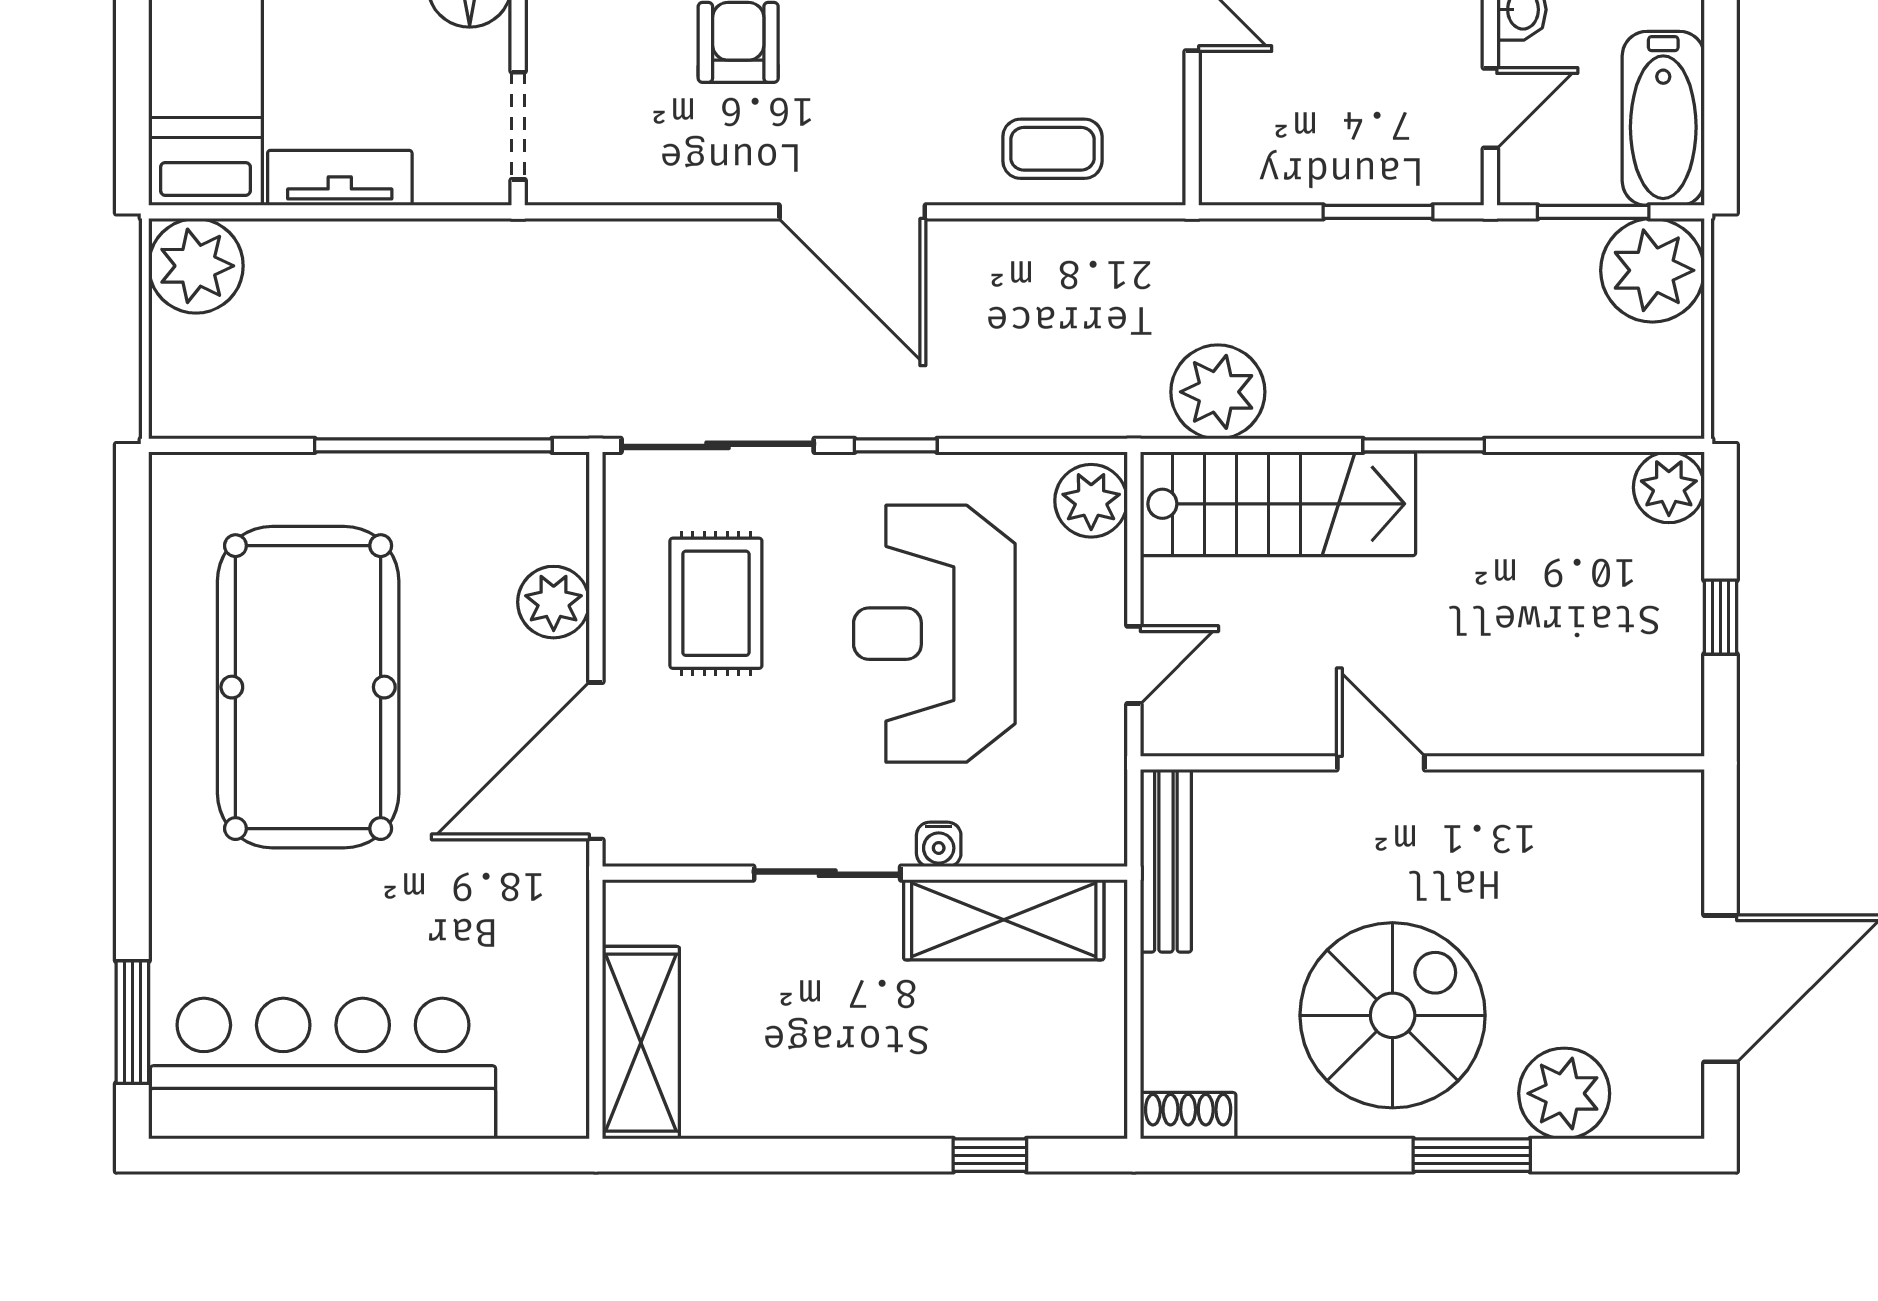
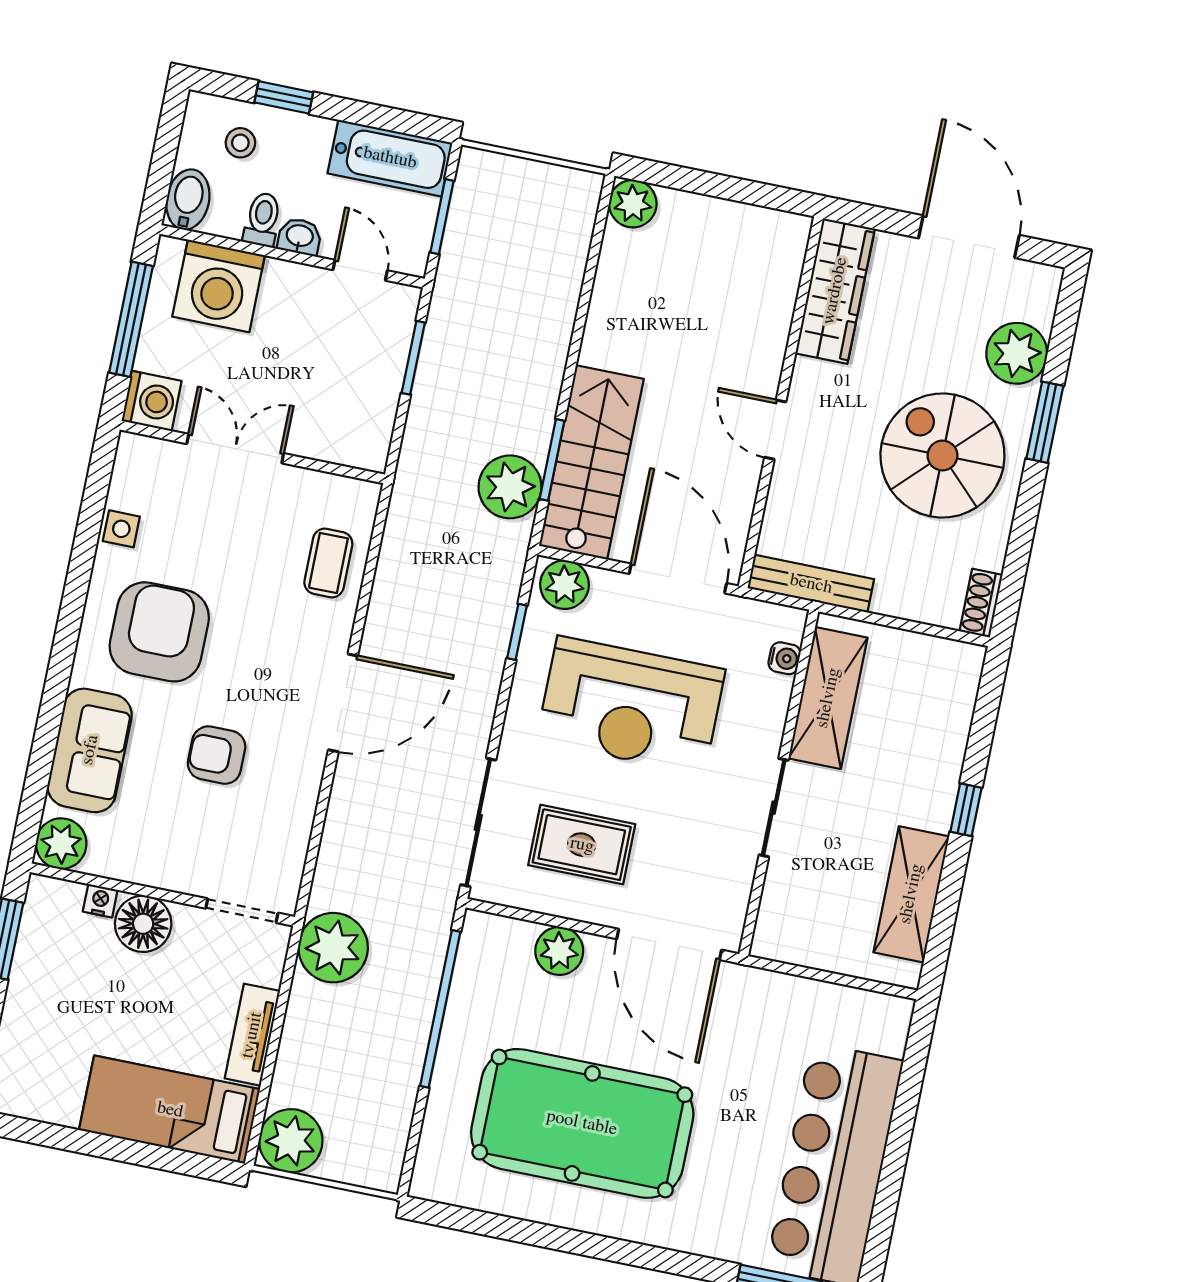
plant: (1652, 270) -> (333, 948), moved
window: (896, 445) -> (517, 632), moved
window: (1424, 445) -> (552, 460), moved
window: (1720, 617) -> (725, 187), removed
door: (1134, 665) -> (678, 579), width x1.88
door: (1381, 763) -> (775, 430), hinge flipped
wardrobe: (1601, 809) -> (835, 291), added
water cooler: (939, 844) -> (784, 658), moved
shelving: (641, 1043) -> (911, 894), moved, turned 90
window: (990, 1155) -> (966, 810), moved

